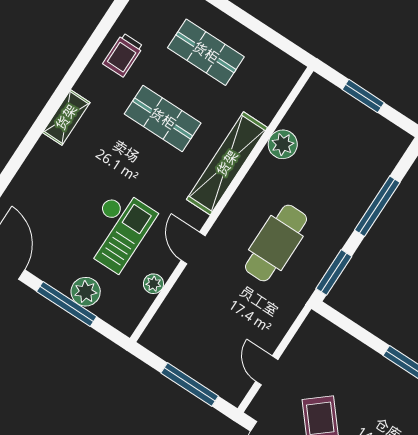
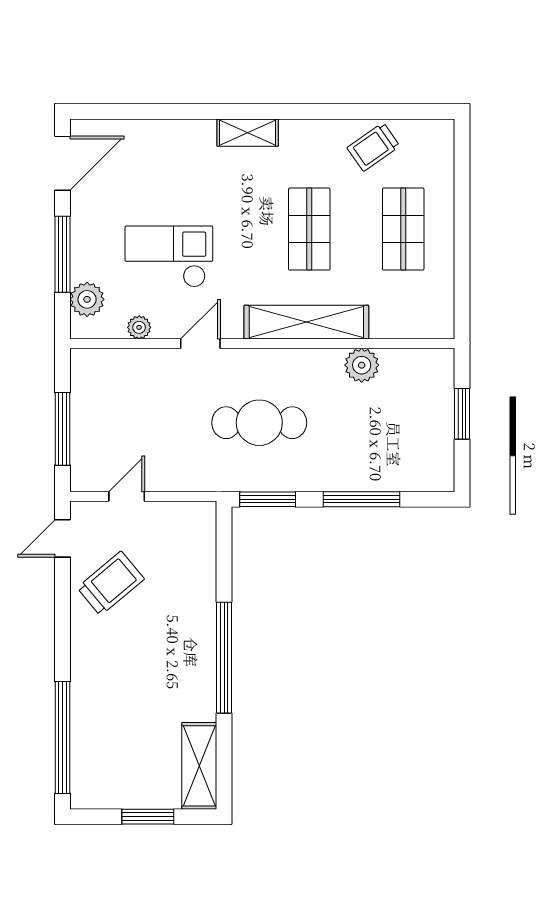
trolley: (123, 55) -> (373, 147), moved, turned -35
checkout: (117, 230) -> (169, 256), turned 180
plant: (86, 292) -> (87, 299), moved

